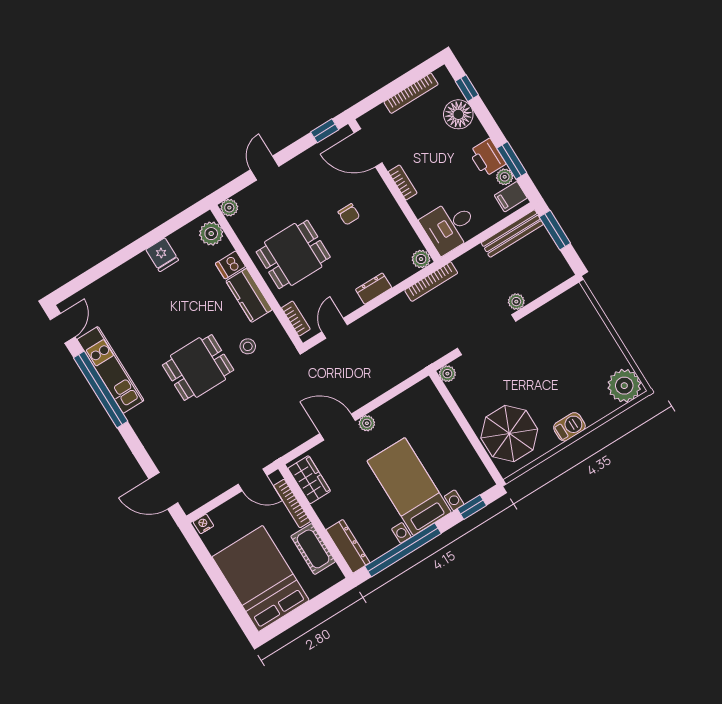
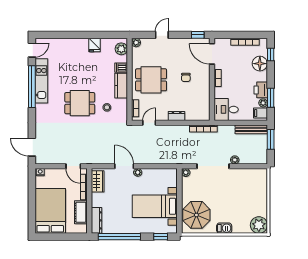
plant: (421, 259) -> (205, 116), removed
bed with nightstands: (409, 487) -> (155, 206), moved, turned -90

